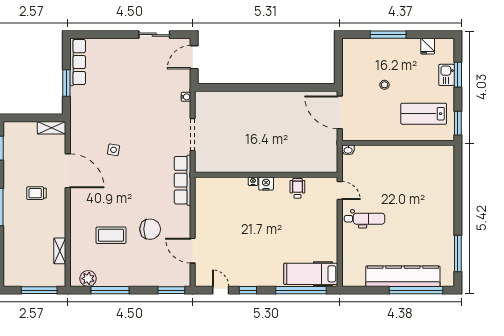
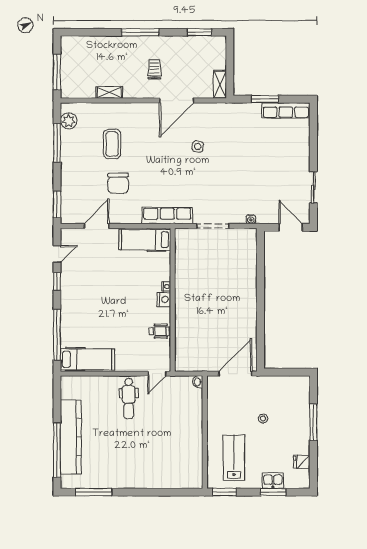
hospital bed: (206, 203) -> (145, 240), added
shelving: (60, 251) -> (109, 93), moved
hospital bed: (311, 274) -> (87, 359), moved, turned 90

